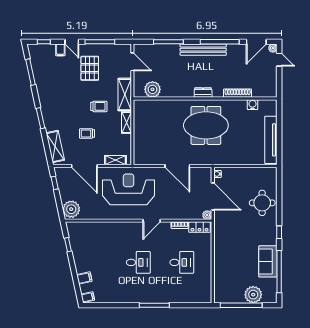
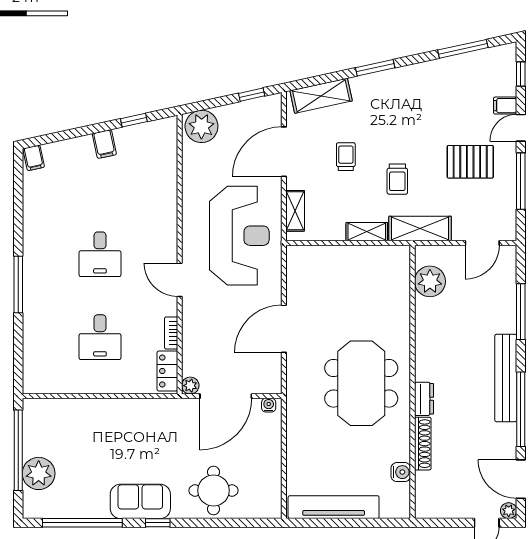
dresser: (203, 93) -> (424, 399), moved
sofa: (268, 261) -> (140, 501), moved
filing cabinet: (84, 278) -> (104, 144), moved

